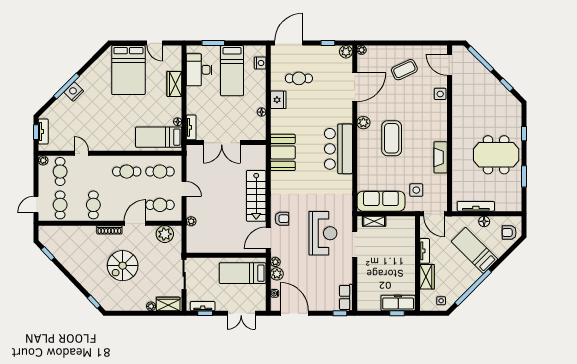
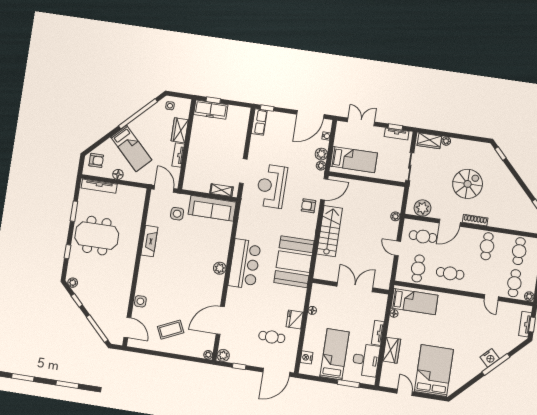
plant: (514, 102) -> (73, 283), added
plant: (363, 123) -> (220, 268), moved
tv unit: (191, 127) -> (378, 333), moved
coffee table: (392, 138) -> (193, 266), removed
booth: (283, 152) -> (294, 262), width x1.36, depth x1.42
cafe table: (160, 172) -> (418, 268), turned 90
tv unit: (476, 206) -> (99, 186), moved
door: (294, 313) -> (310, 114), hinge flipped

